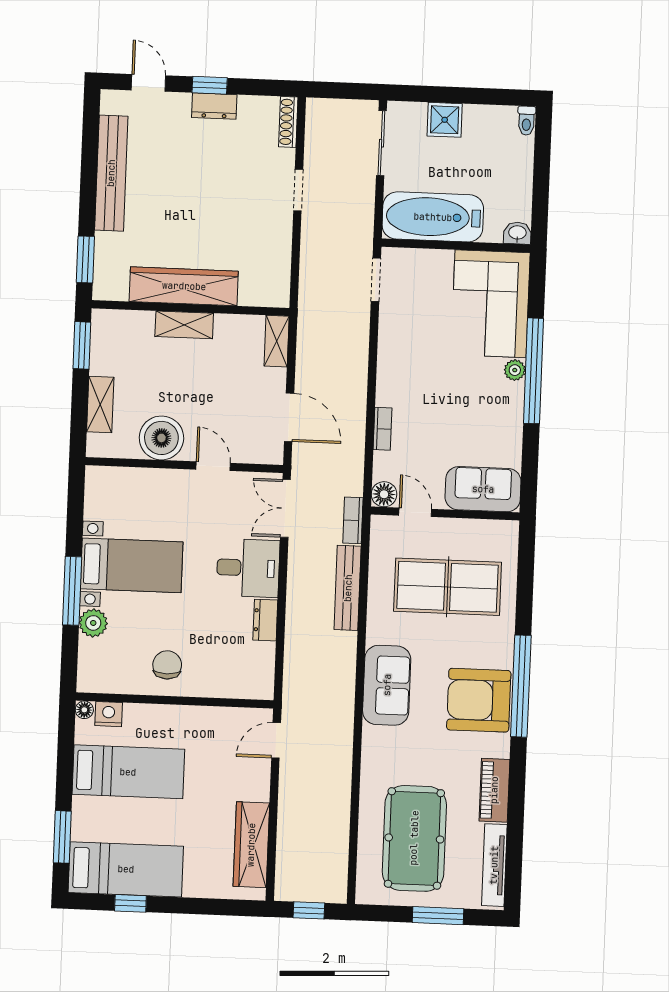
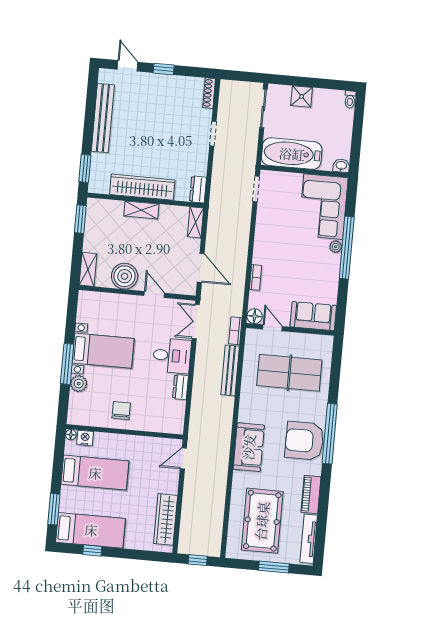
dresser: (214, 106) -> (198, 189), moved, turned 90
shelving: (100, 404) -> (88, 269), moved
sofa: (387, 685) -> (249, 447), moved

